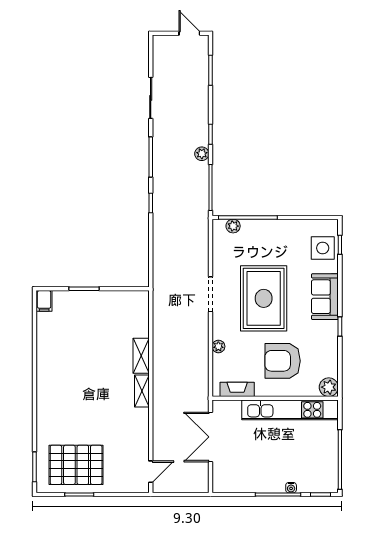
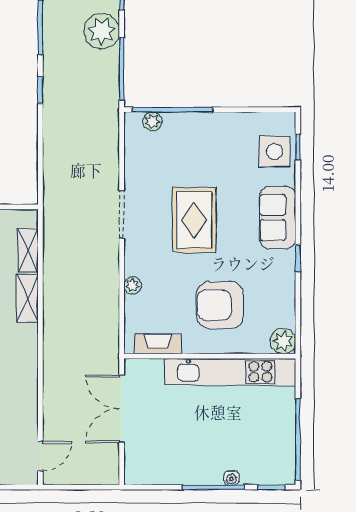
plant: (202, 154) -> (102, 31), width x1.87, depth x1.87
rug: (264, 298) -> (194, 220), width x0.73, depth x0.69
shelving: (142, 391) -> (28, 250), moved

